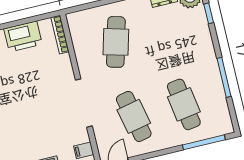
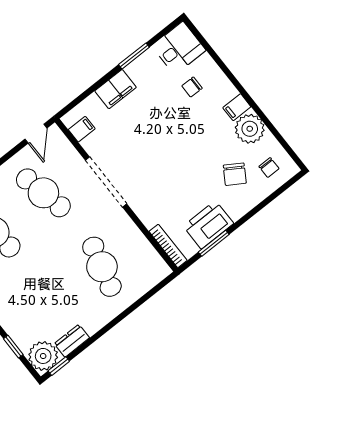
window: (25, 21) -> (214, 243), added

